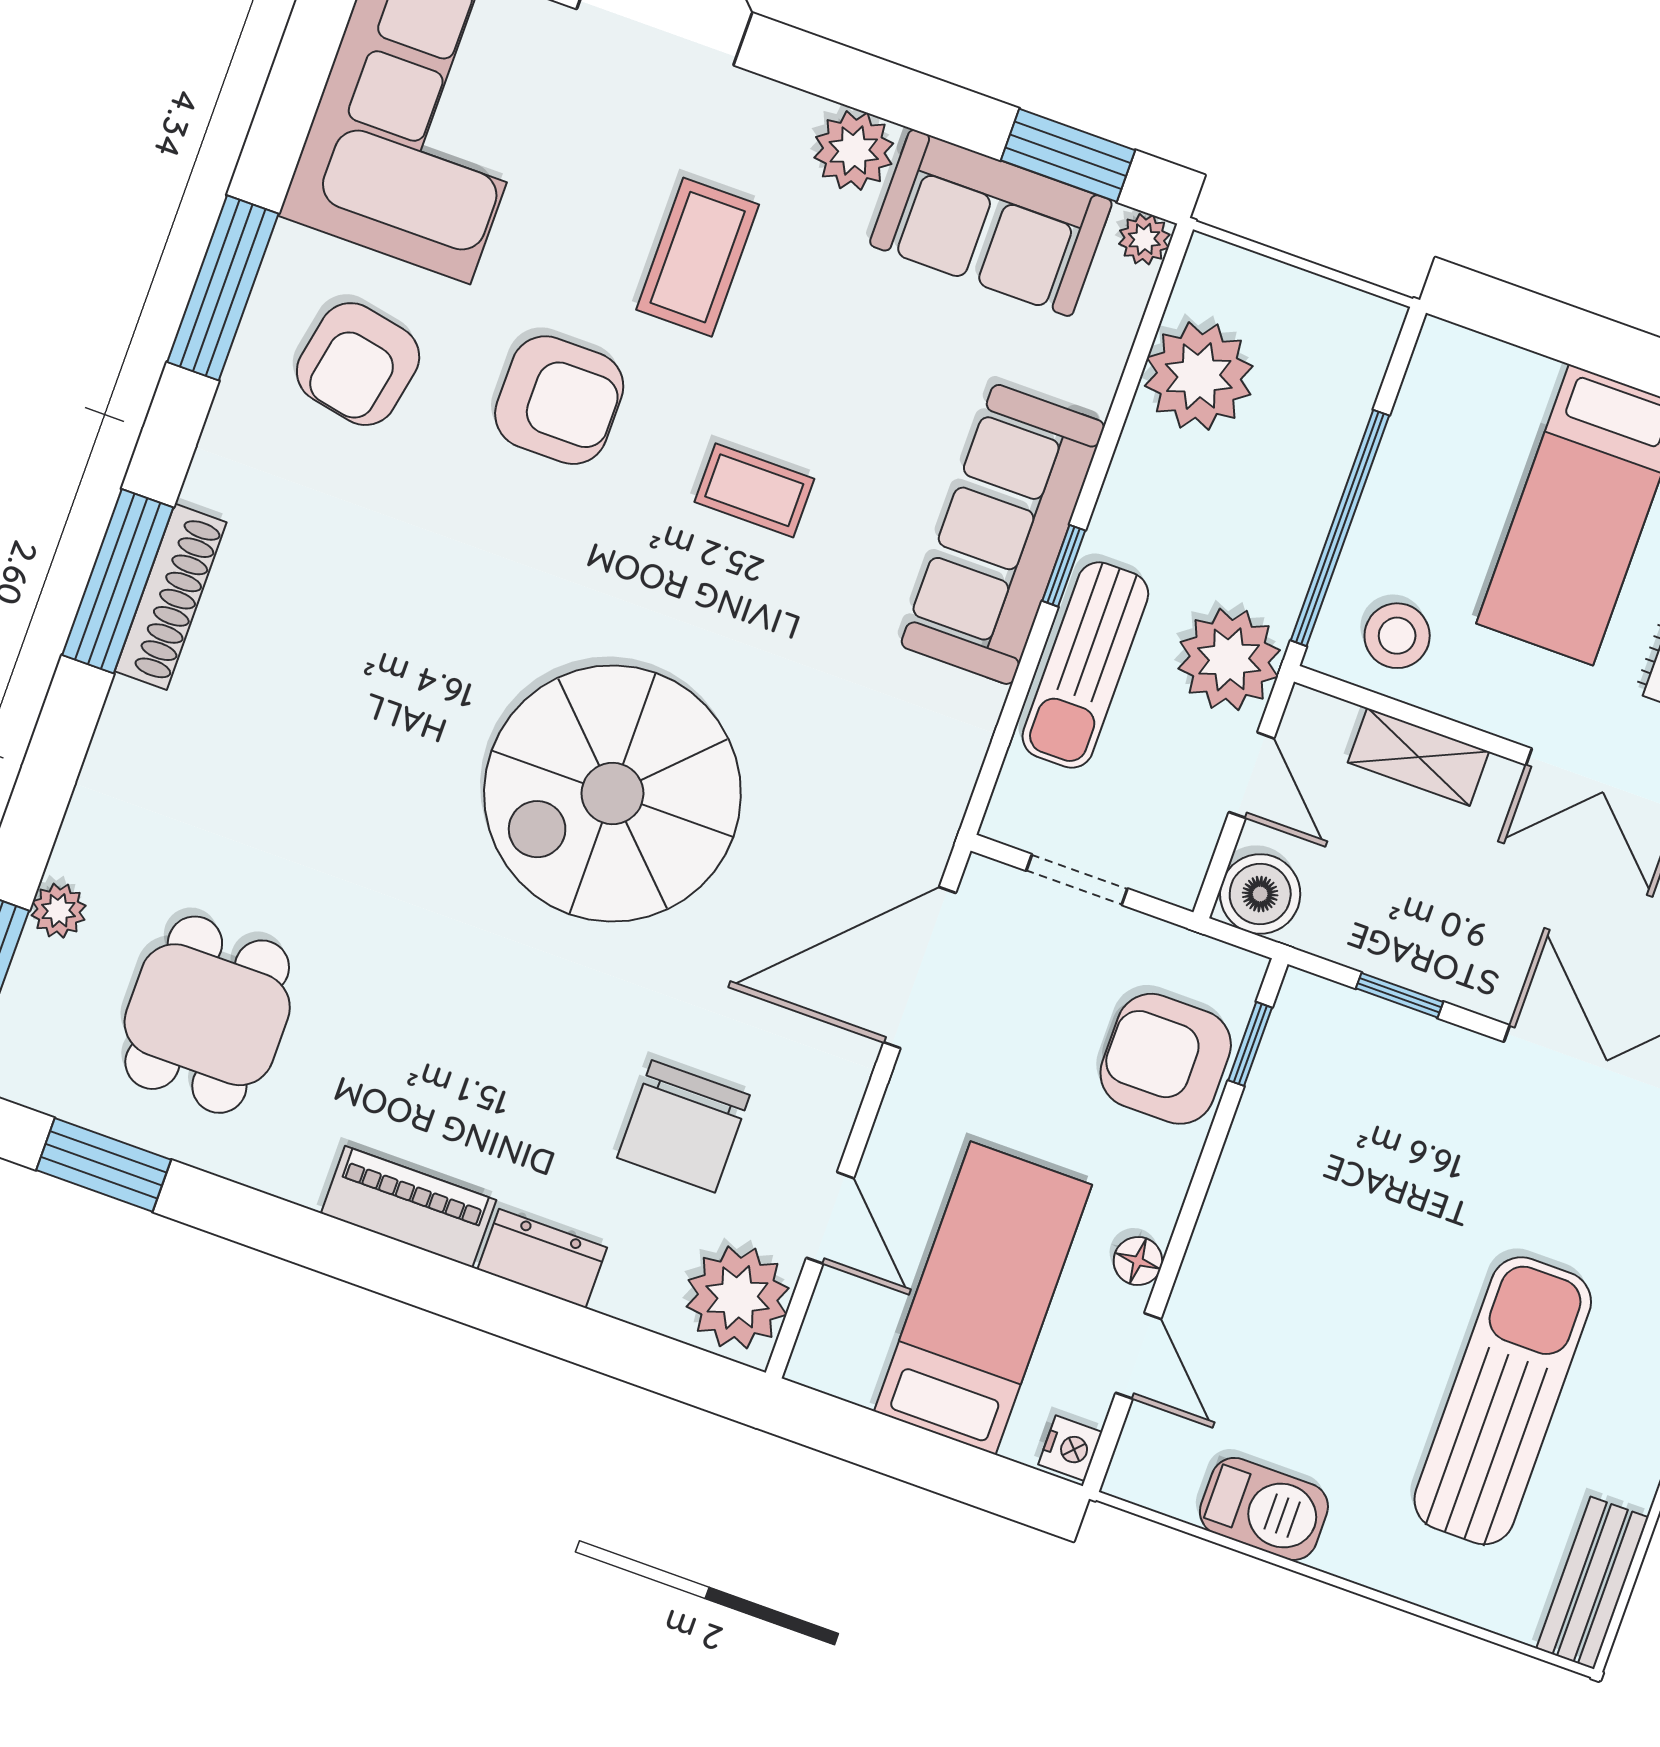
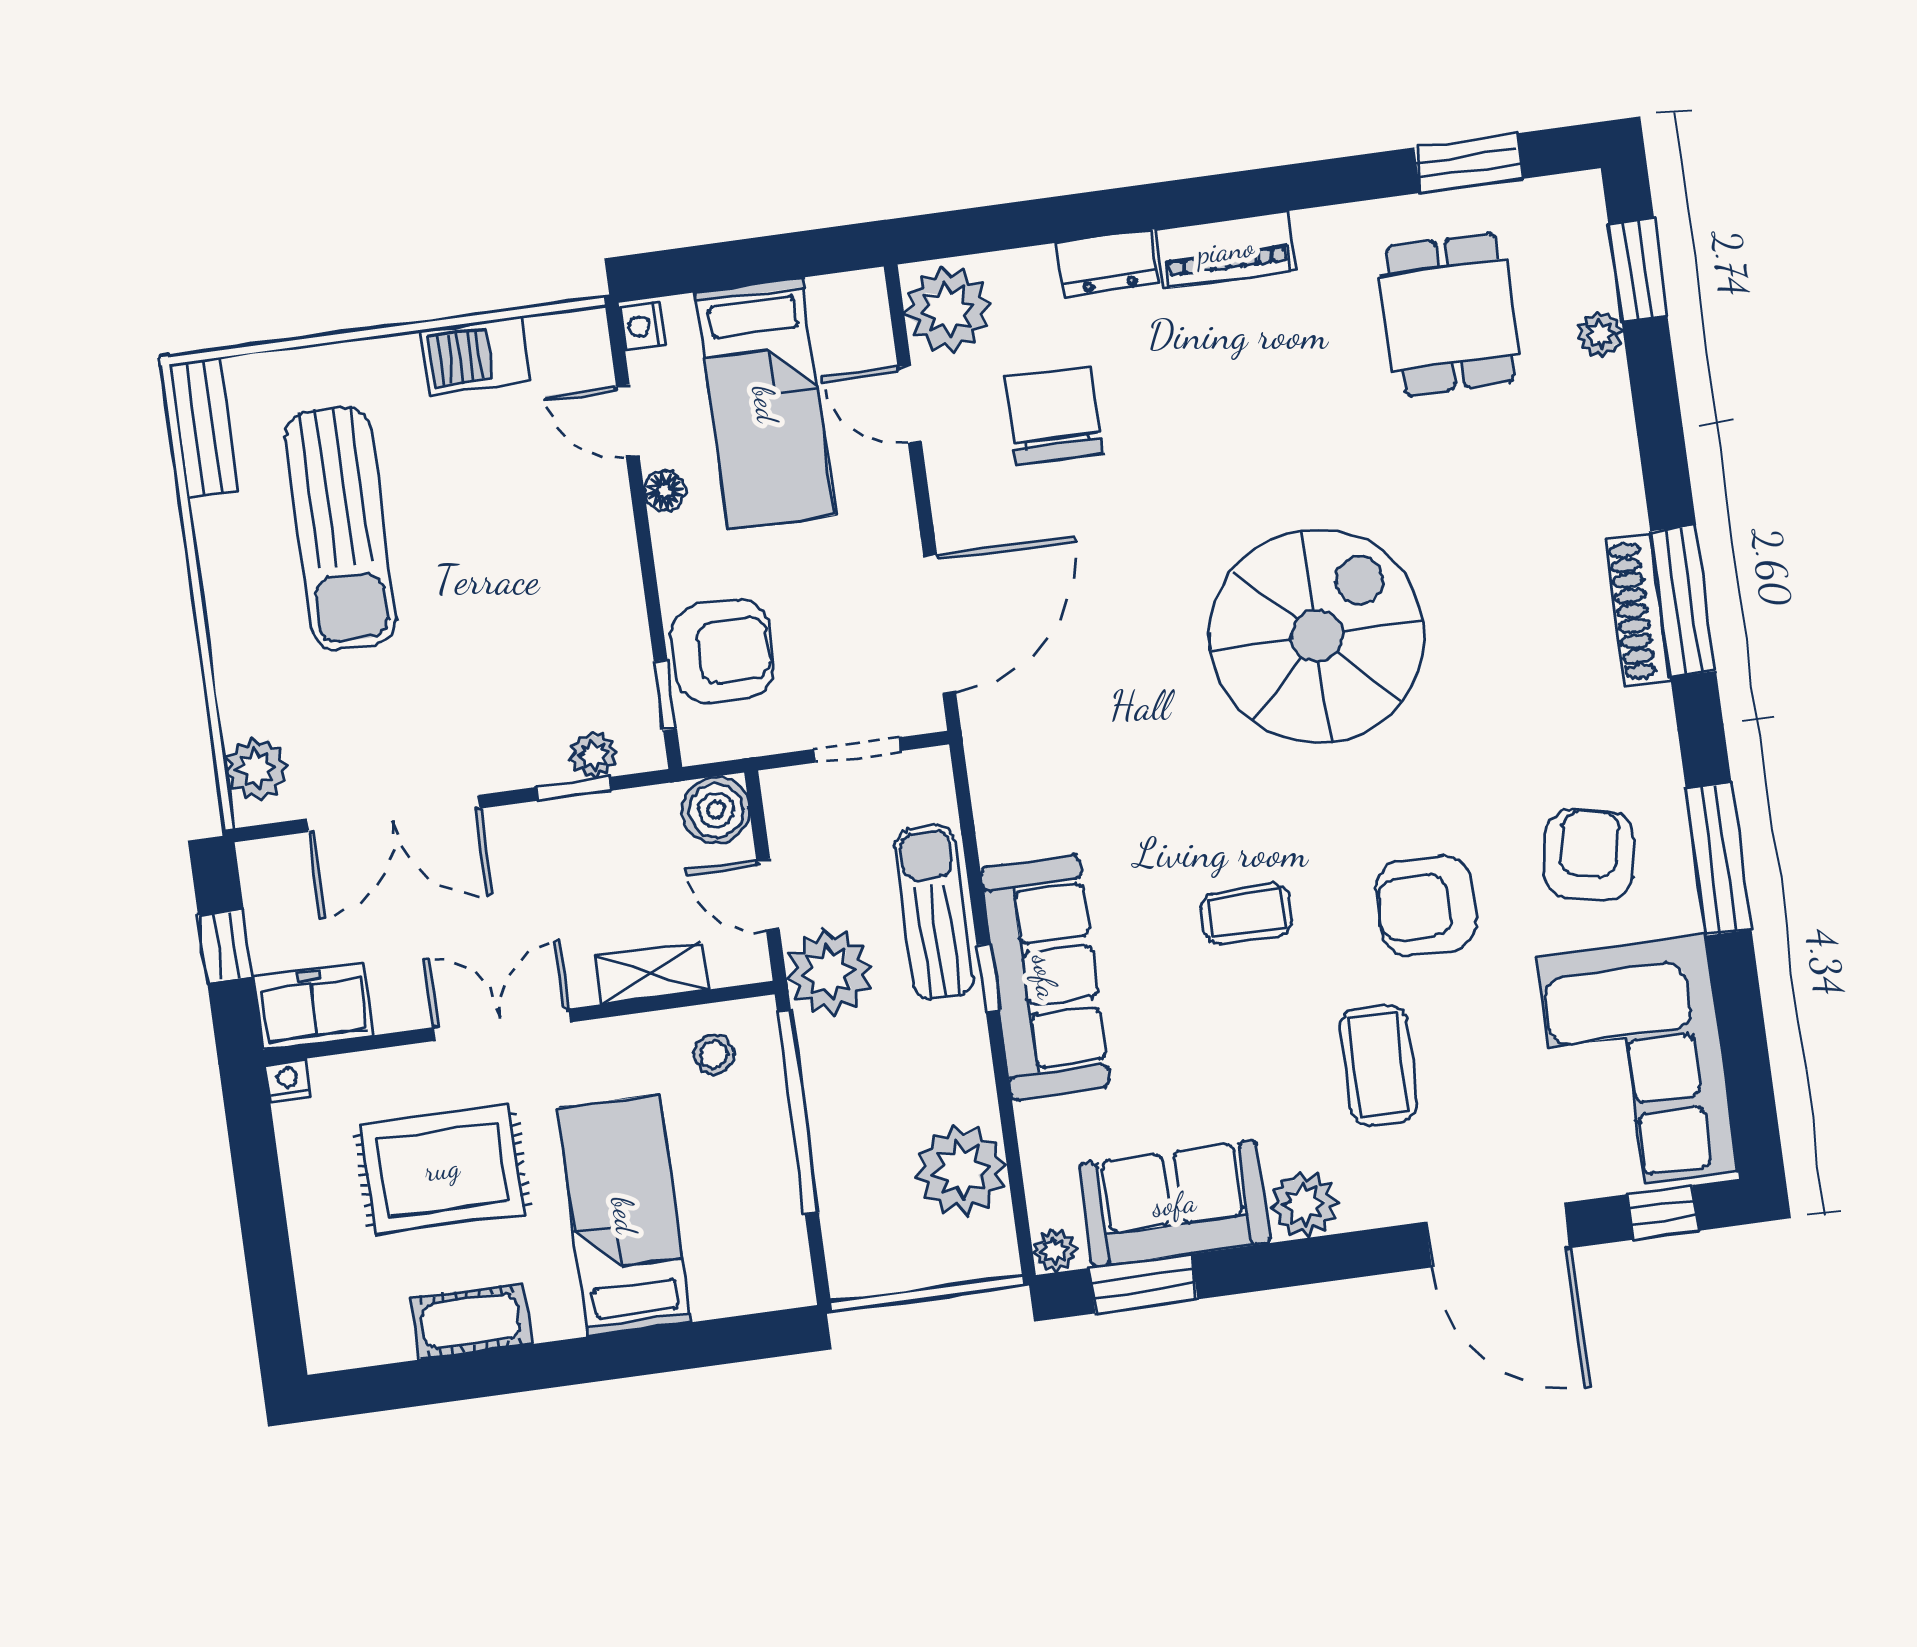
stool: (1397, 636) -> (714, 1054), width x0.73, depth x0.73
spiral stairs: (612, 794) -> (1317, 636), moved
plant: (1360, 1020) -> (594, 755), added

